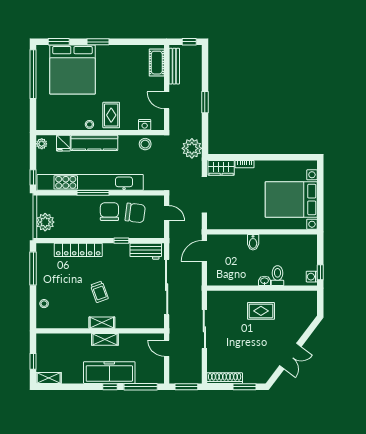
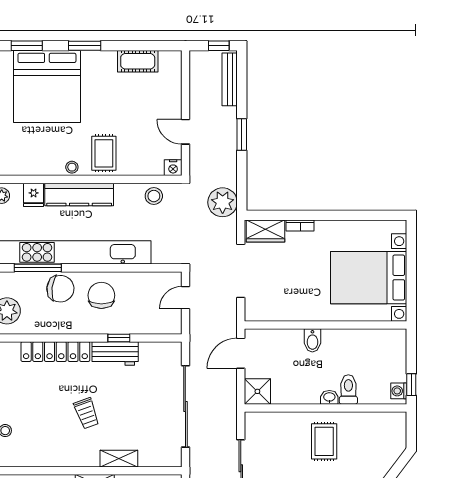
cot: (157, 63) -> (138, 61), moved, turned 90
bench: (174, 66) -> (230, 79), moved
nightstand: (145, 125) -> (173, 168), moved
window: (93, 193) -> (38, 268), moved
chair: (135, 213) -> (60, 289), moved
door: (167, 213) -> (185, 298), swing flipped
workbench: (146, 251) -> (115, 354), moved
shower: (216, 277) -> (257, 391), added
rug: (261, 311) -> (324, 441), turned 90
shelving: (102, 323) -> (119, 459), moved

